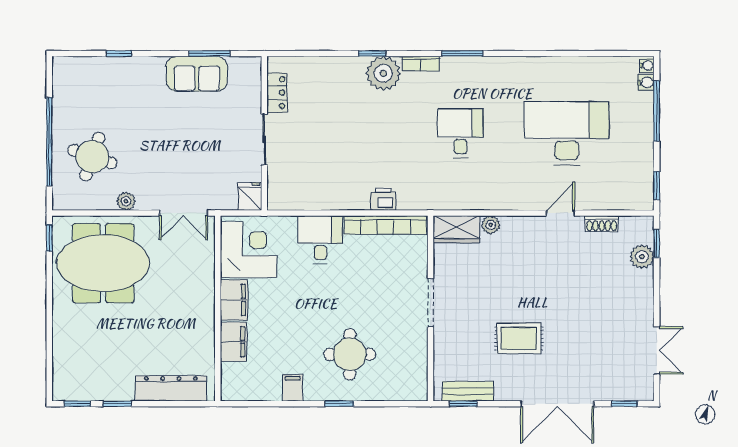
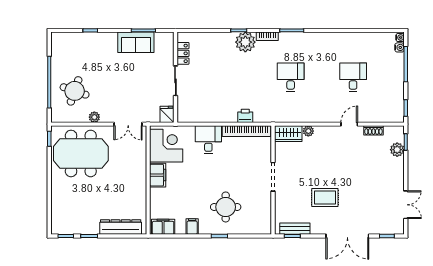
desk: (567, 133) -> (353, 77), width x0.53, depth x0.77
filing cabinet: (233, 342) -> (163, 227), moved, turned -90

